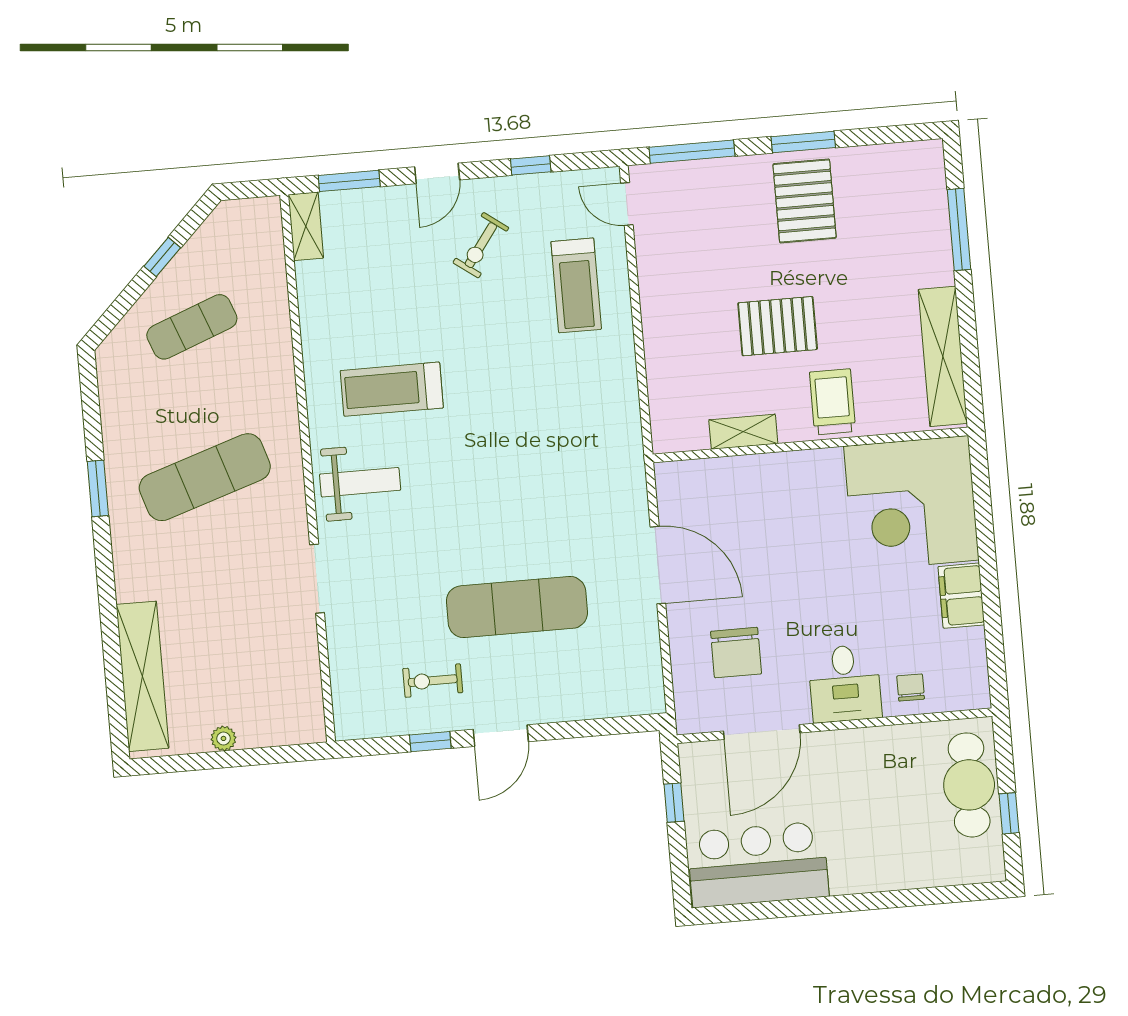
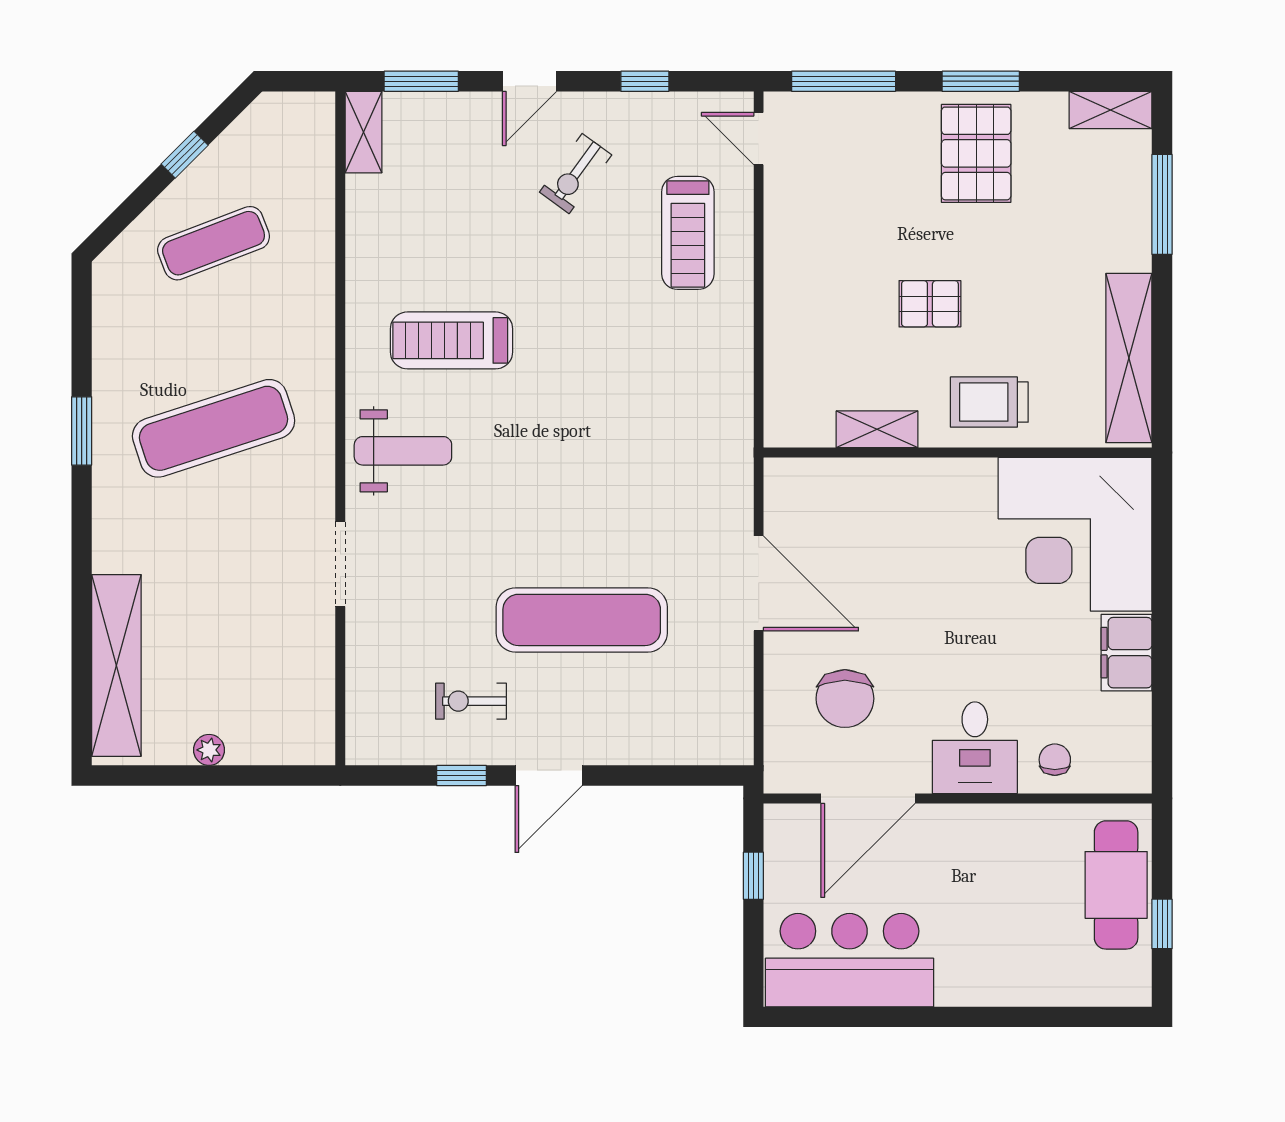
shelving: (911, 156) -> (1111, 110), added
pallet: (778, 326) -> (930, 304), width x0.67, depth x0.71
trolley: (833, 402) -> (989, 402), turned -90

